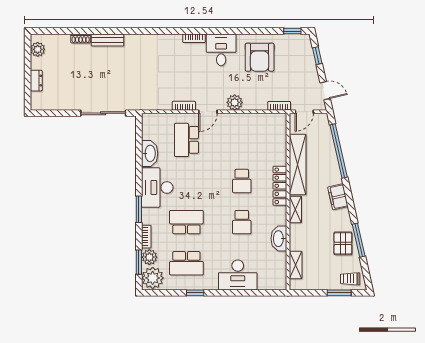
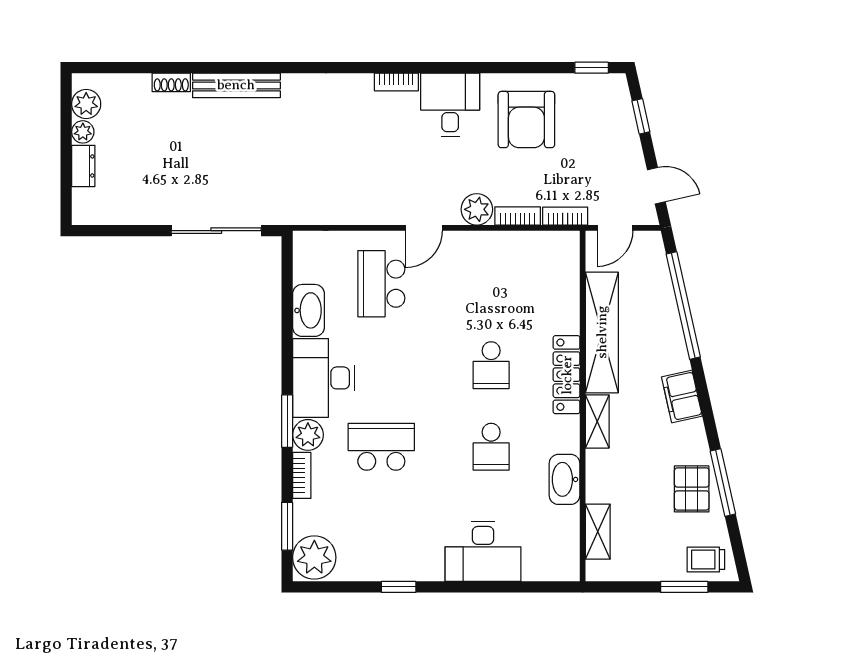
bench: (108, 40) -> (236, 85), width x1.36
plant: (36, 63) -> (83, 132), added
bookcase: (184, 106) -> (518, 216), moved
plant: (149, 257) -> (308, 435), moved
school desk: (186, 263) -> (381, 528), removed

